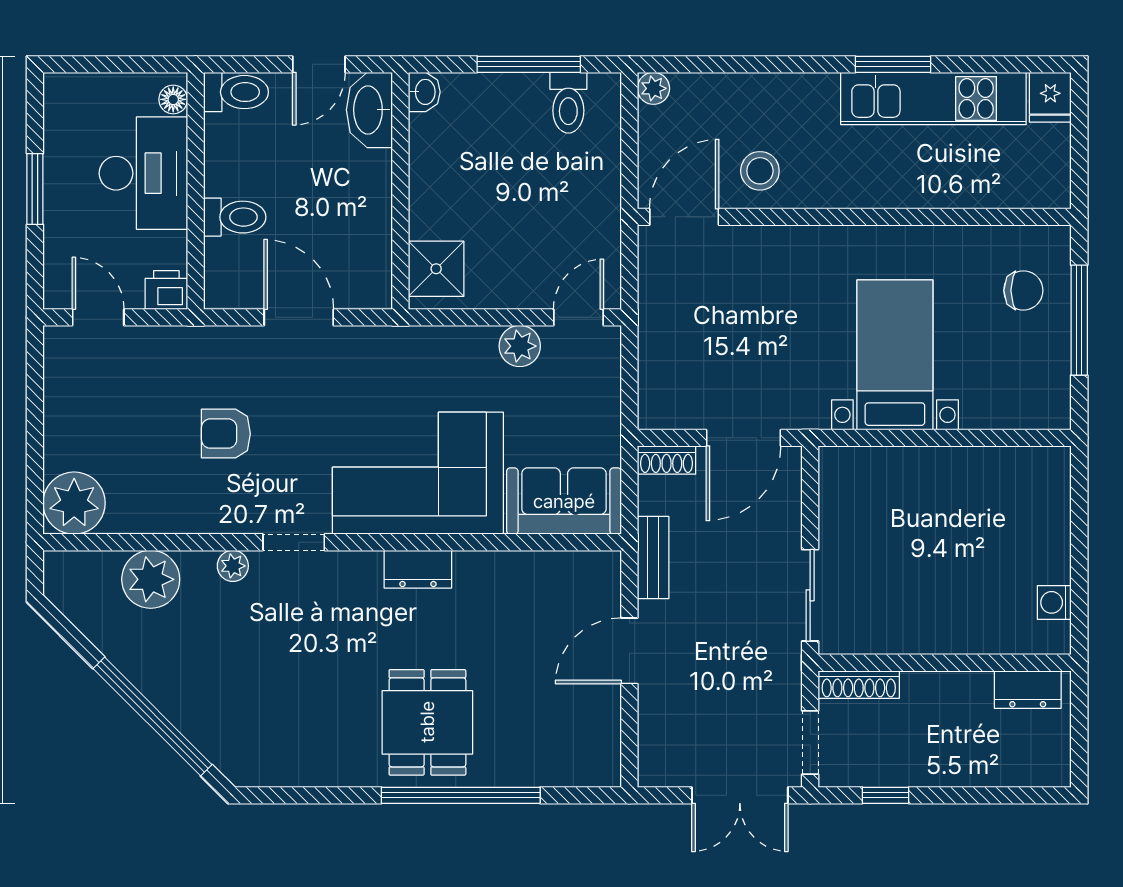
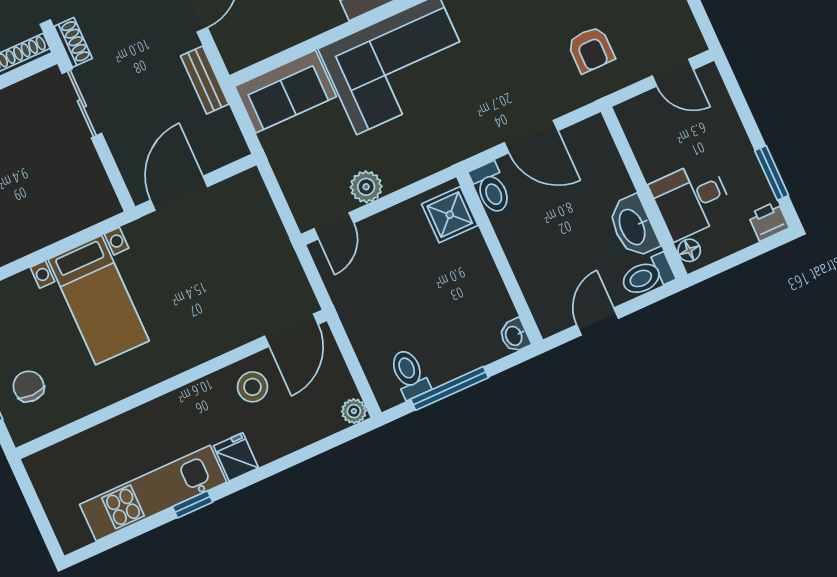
window: (893, 64) -> (193, 504), width x0.67
fridge: (1050, 97) -> (236, 457), moved
washbasin: (369, 110) -> (633, 227), moved, turned 180
desk: (143, 173) -> (692, 200), width x0.73
window: (35, 189) -> (772, 173), moved
toilet: (235, 217) -> (491, 188), moved, turned -90
printer: (166, 290) -> (769, 221), moved, turned 180
chair: (1023, 290) -> (29, 386), turned 90
armchair: (226, 434) -> (591, 50), moved, turned 90
shoe rack: (667, 460) -> (73, 42), moved, turned 90

